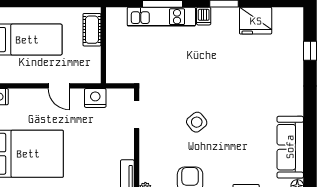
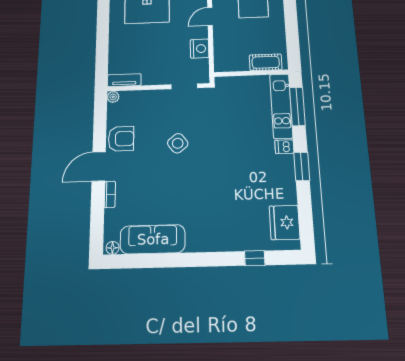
fridge: (256, 21) -> (285, 222), moved
cot: (92, 30) -> (266, 62), moved
wall: (103, 45) -> (251, 73), moved

